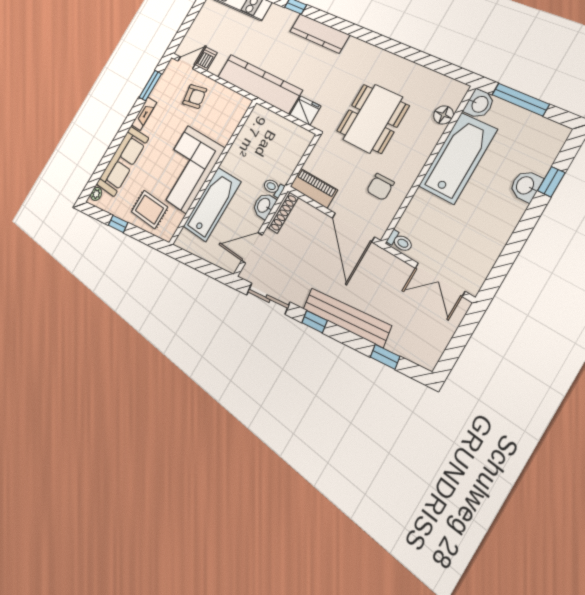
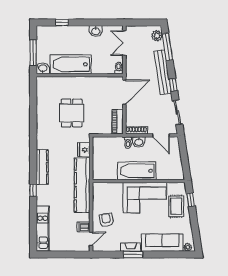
door: (186, 63) -> (91, 239), swing flipped
window: (150, 86) -> (133, 254), moved
floor lamp: (443, 115) -> (55, 81), removed
dining table: (372, 118) -> (72, 113), width x0.73
washbasin: (526, 186) -> (96, 31), moved
chair: (380, 187) -> (100, 91), removed
bathtub: (212, 204) -> (137, 171), moved
window: (118, 224) -> (191, 200), moved
double door: (440, 279) -> (124, 43), swing flipped
plant: (417, 351) -> (157, 36), added
window: (385, 357) -> (167, 47), width x2.17

